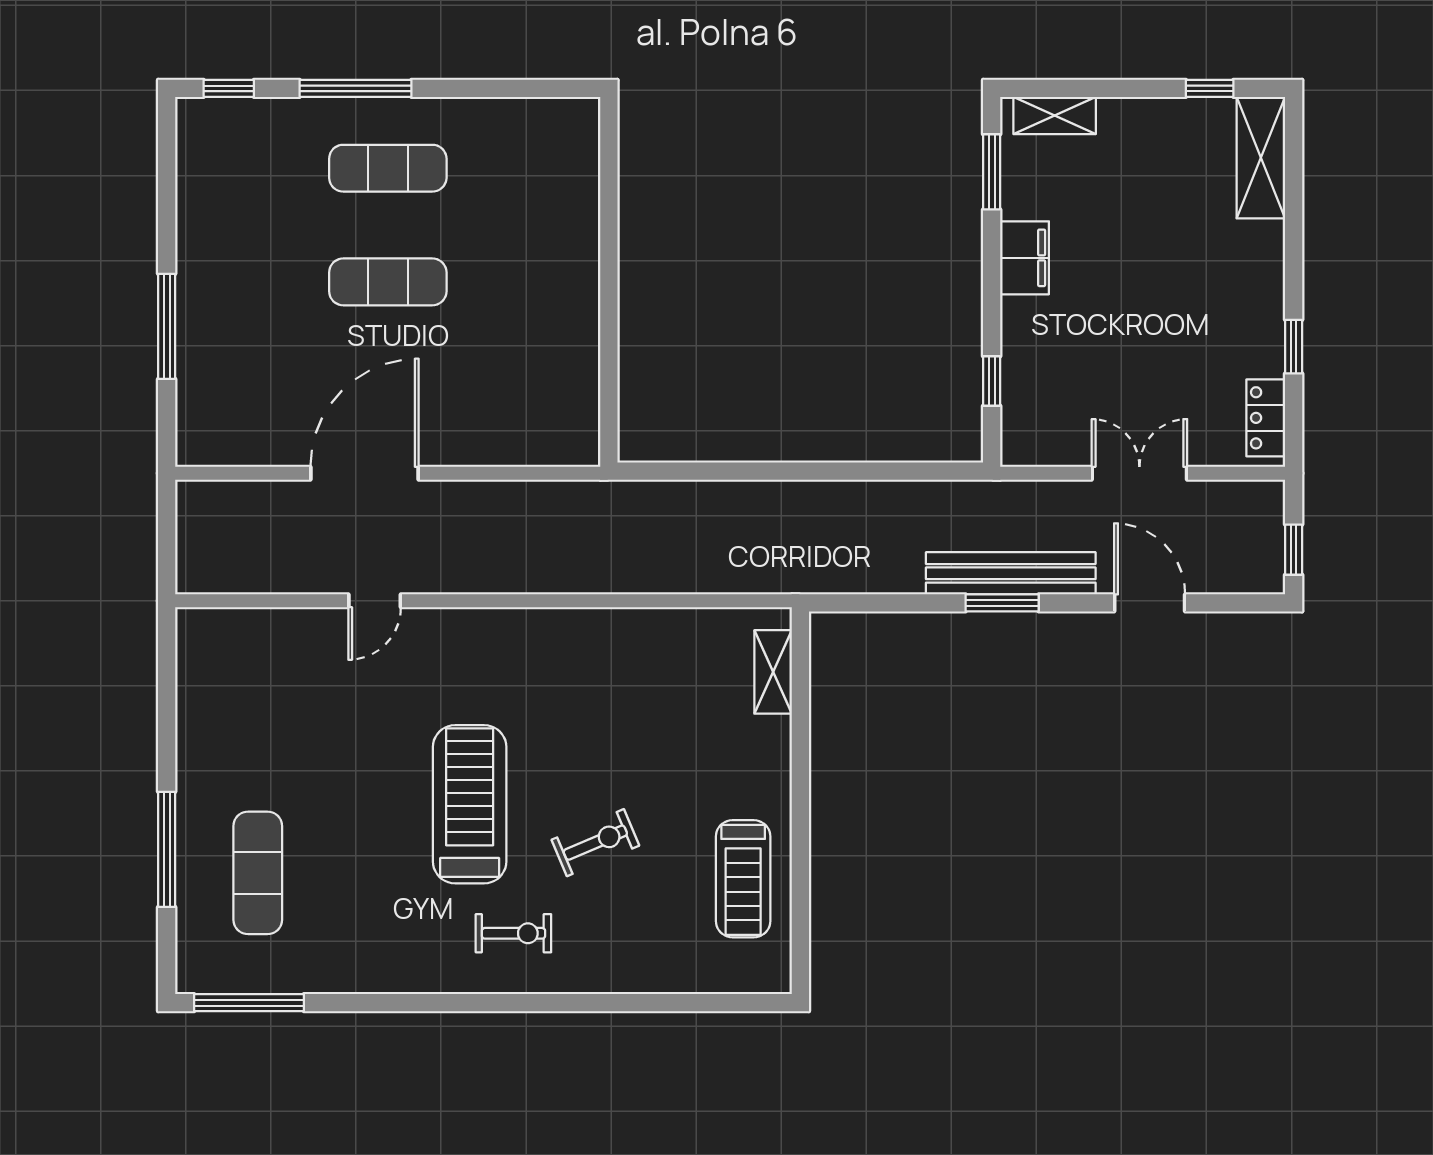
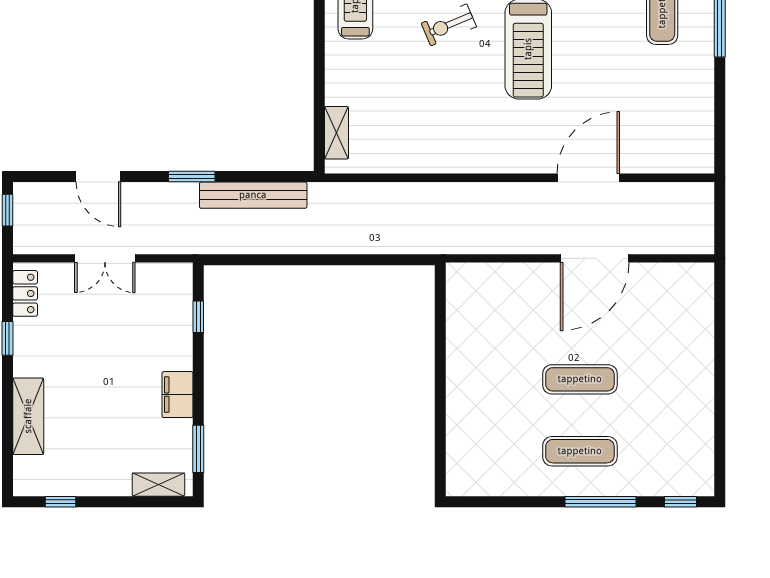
shelving: (1261, 158) -> (28, 416), moved
window: (167, 326) -> (720, 351), removed
bench: (1011, 573) -> (253, 195), moved
door: (375, 601) -> (588, 178), width x1.88

